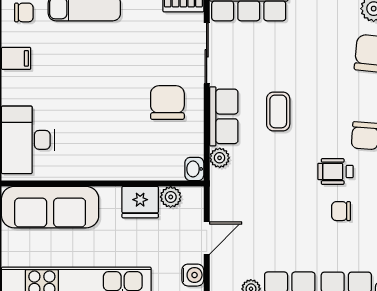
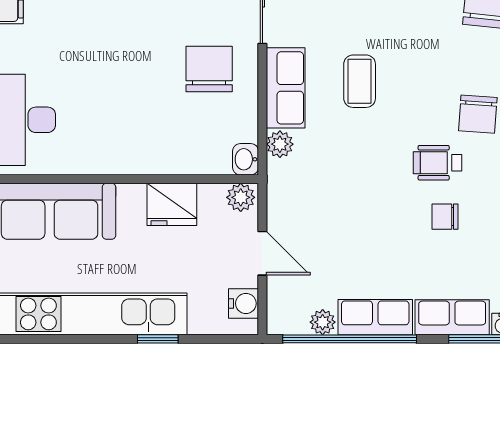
plant: (171, 197) -> (241, 197), moved
door: (207, 238) -> (262, 253), hinge flipped

